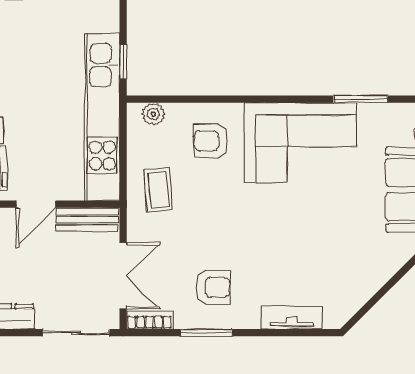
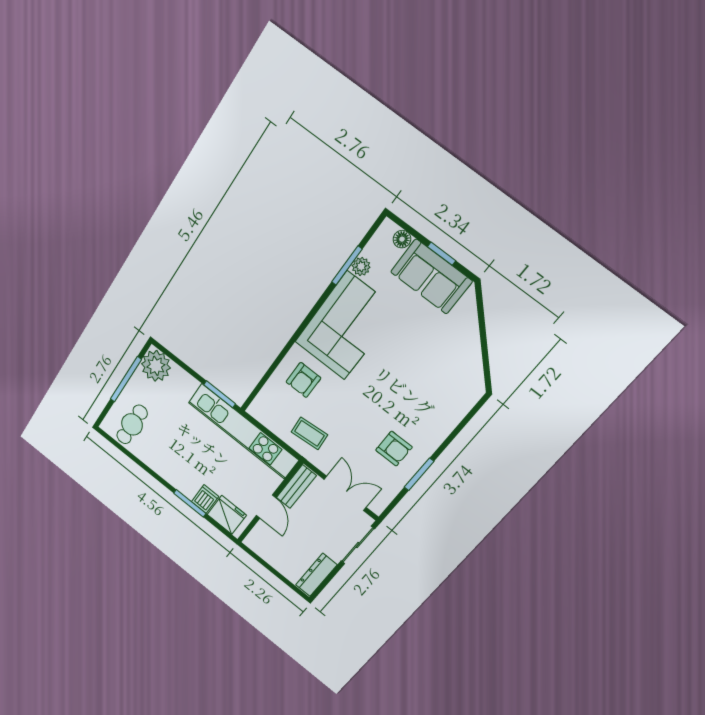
window: (123, 62) -> (220, 394), width x1.50
plant: (153, 114) -> (361, 266), moved
armchair: (213, 287) -> (394, 449), turned 90
tv unit: (292, 318) -> (453, 417), removed
bookcase: (150, 320) -> (384, 500), removed

